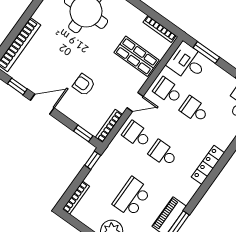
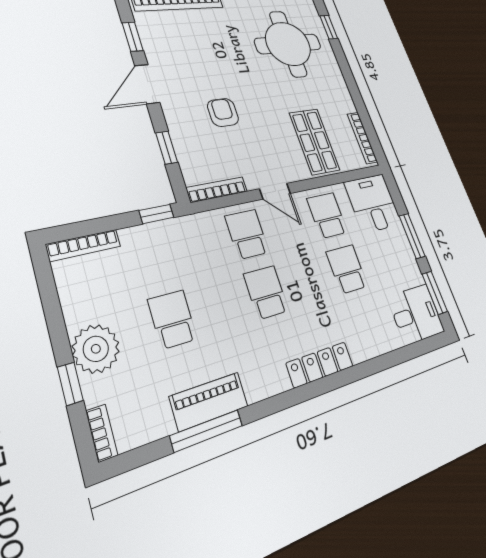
window: (206, 52) -> (412, 236), moved
door: (42, 104) -> (147, 84), swing flipped
window: (83, 133) -> (167, 148), moved
school desk: (132, 197) -> (172, 319), width x0.54

